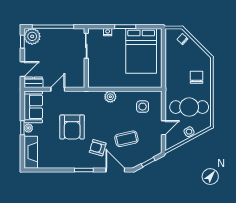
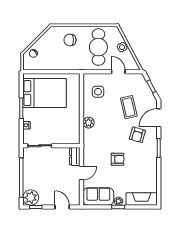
dresser: (34, 82) -> (75, 156), moved
door: (58, 89) -> (81, 173), swing flipped
armchair: (72, 127) -> (118, 159), width x0.53, depth x0.53

